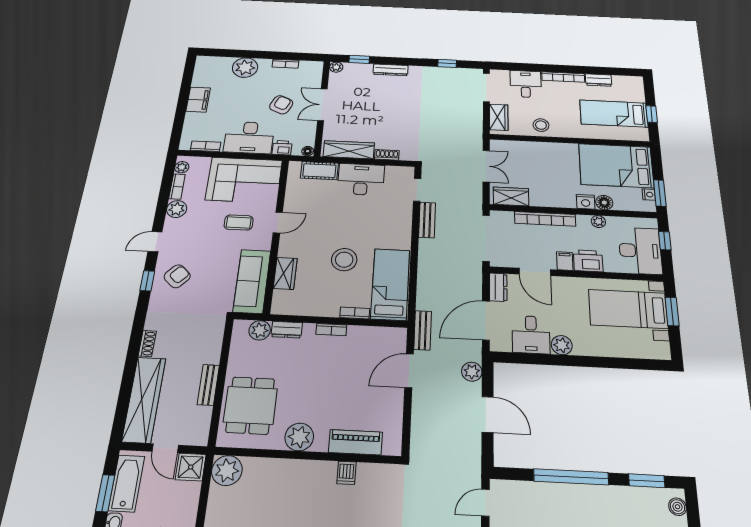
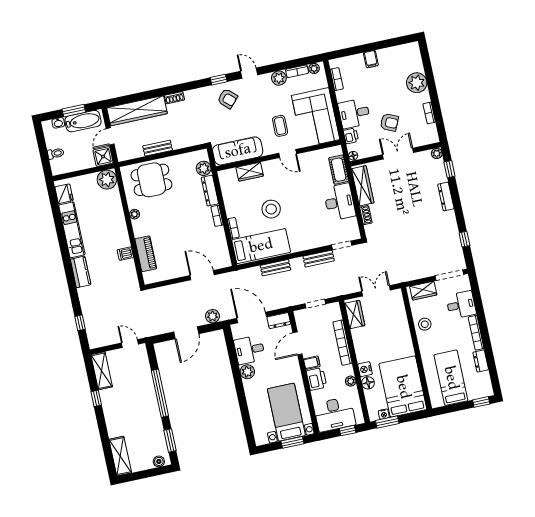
filing cabinet: (198, 100) -> (371, 59), width x0.50
window: (652, 114) -> (481, 402), moved
desk: (249, 137) -> (354, 113), width x0.73
double door: (486, 166) -> (376, 291), swing flipped
doorway: (486, 238) -> (315, 304), width x0.53
dresser: (287, 330) -> (210, 191), width x1.44
bench: (423, 330) -> (275, 268), moved
plant: (299, 437) -> (135, 214), width x0.53, depth x0.53

